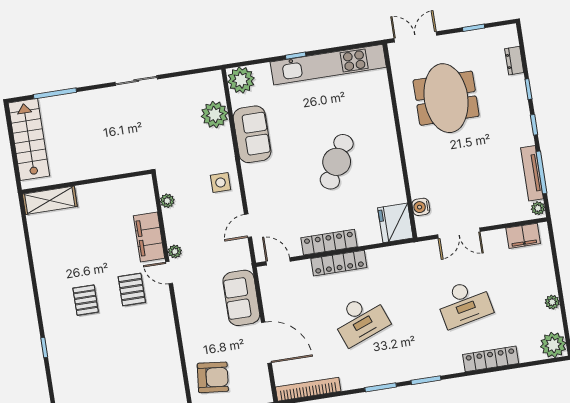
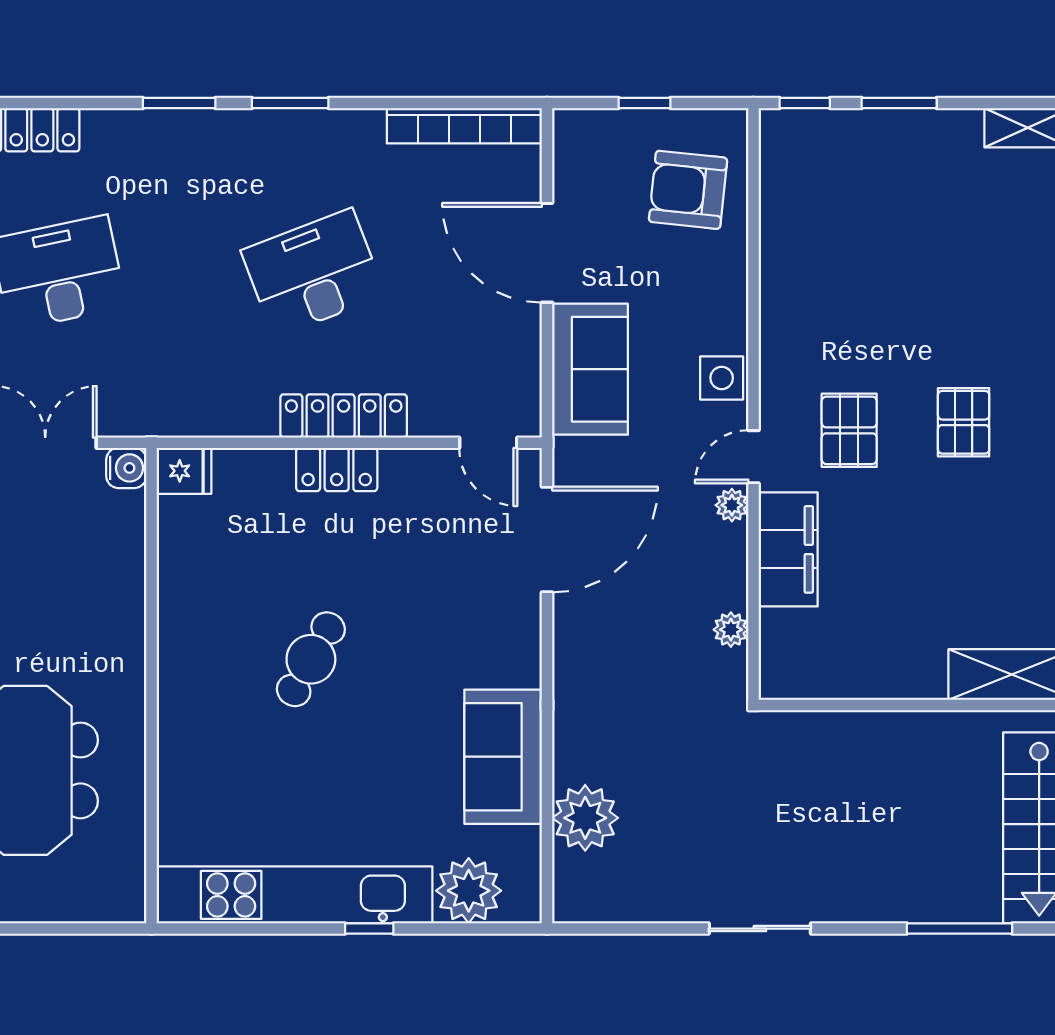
double door: (415, 37) -> (76, 929), removed
plant: (241, 80) -> (469, 891), moved
cafe table: (337, 162) -> (311, 659), width x0.73, depth x0.74
side table: (221, 182) -> (722, 378), moved
water cooler: (421, 207) -> (126, 468), moved
fridge: (395, 223) -> (184, 471), width x0.53, depth x0.75
door: (248, 226) -> (547, 540), width x1.87
locker: (329, 242) -> (337, 470), width x0.66
door: (169, 273) -> (753, 457), swing flipped

